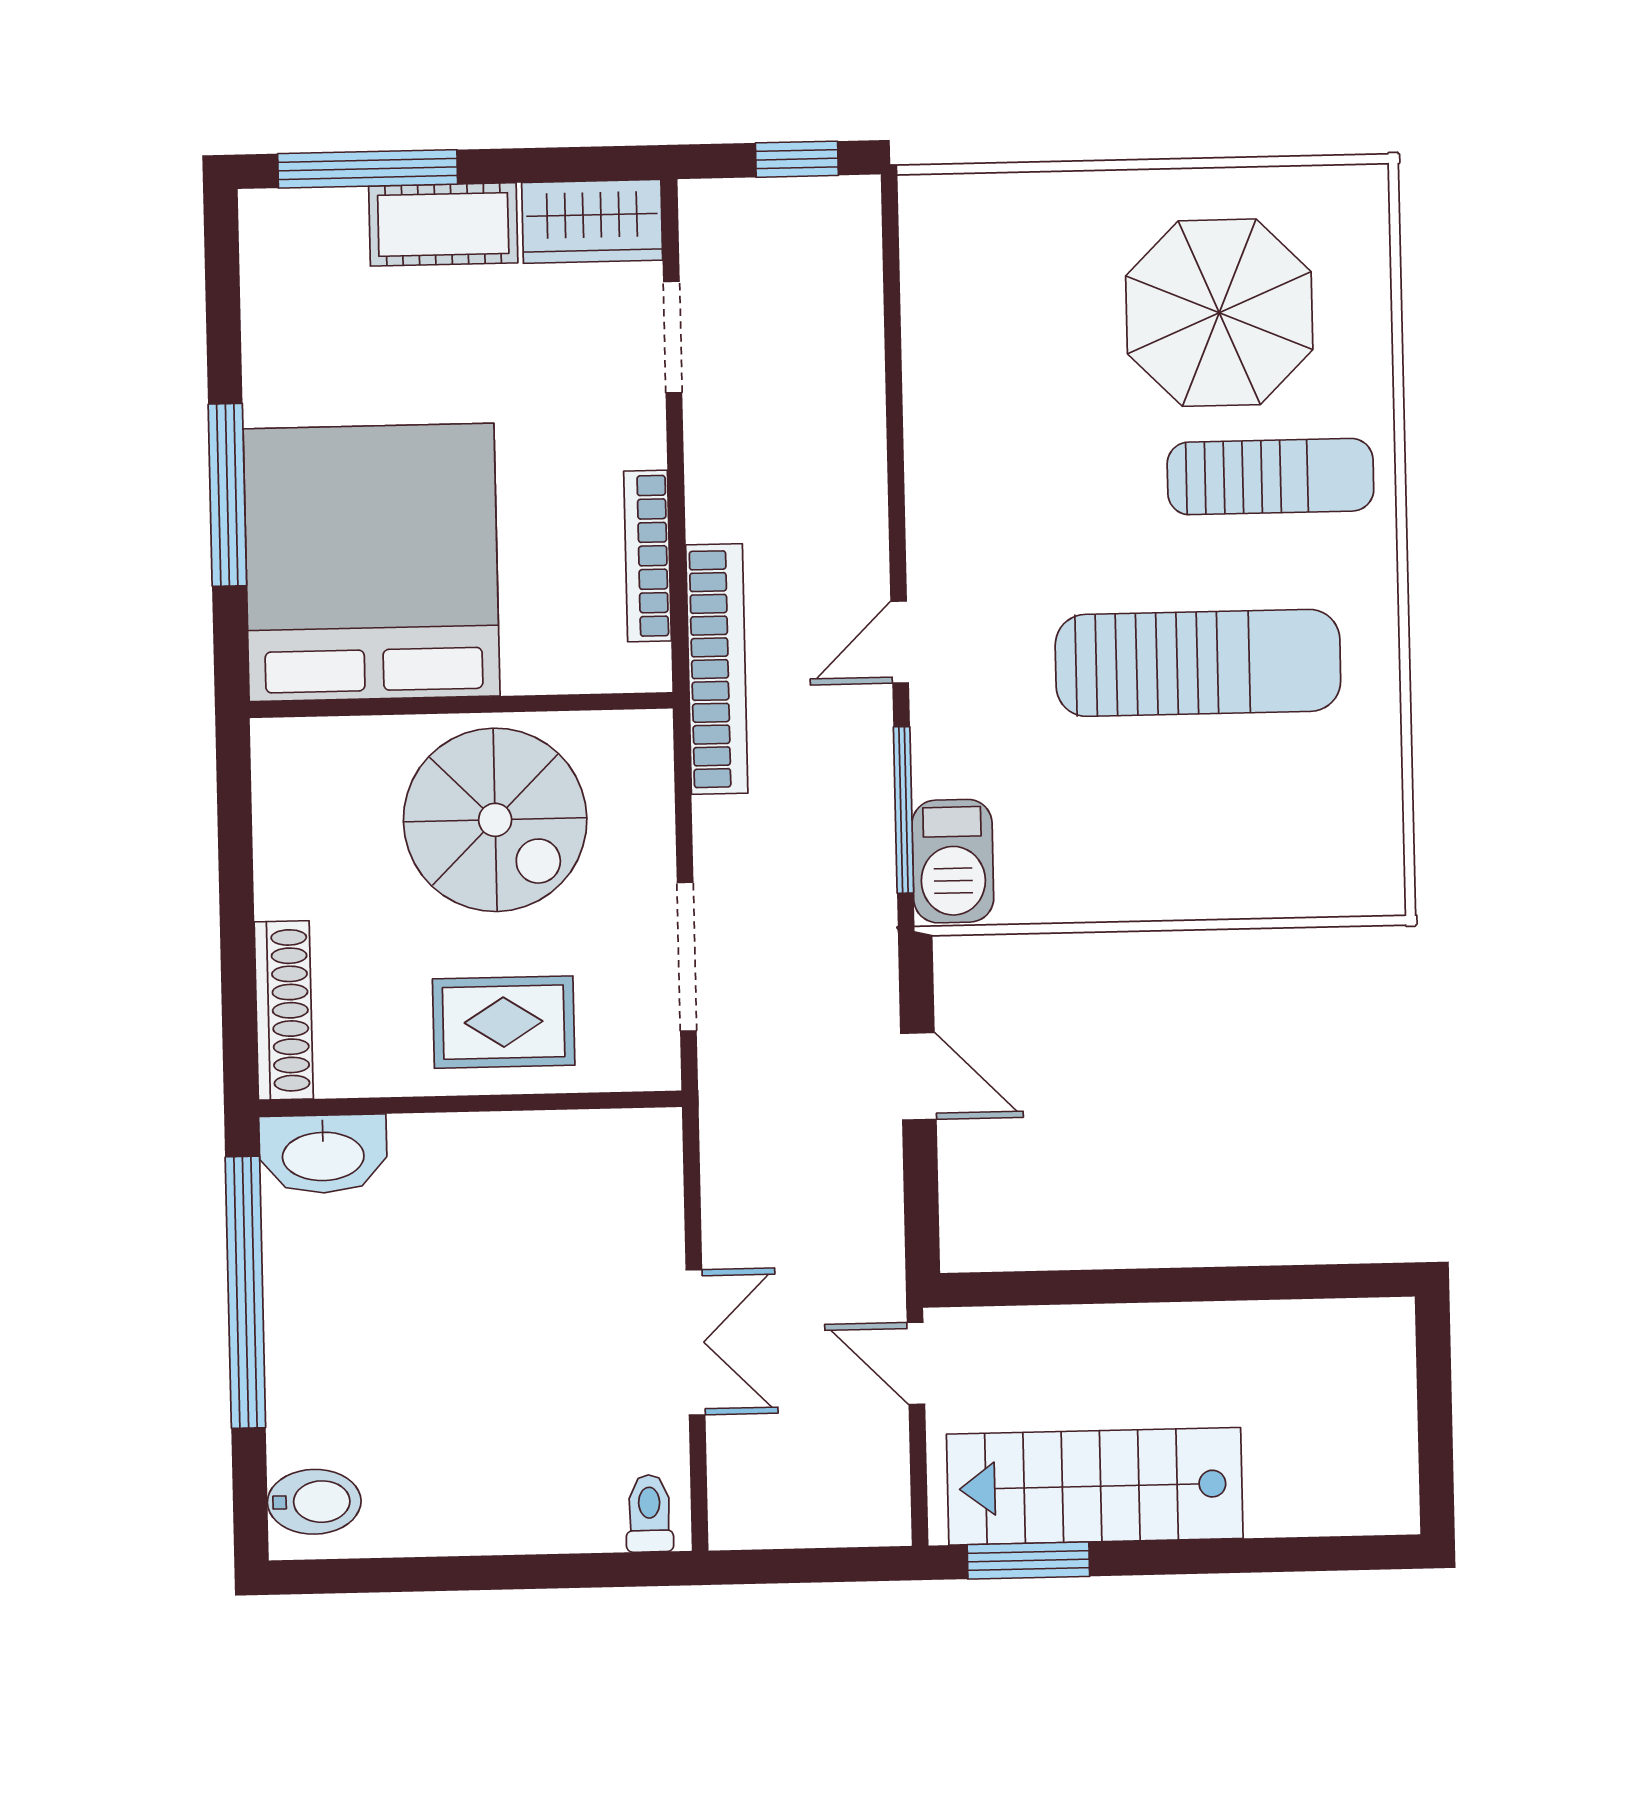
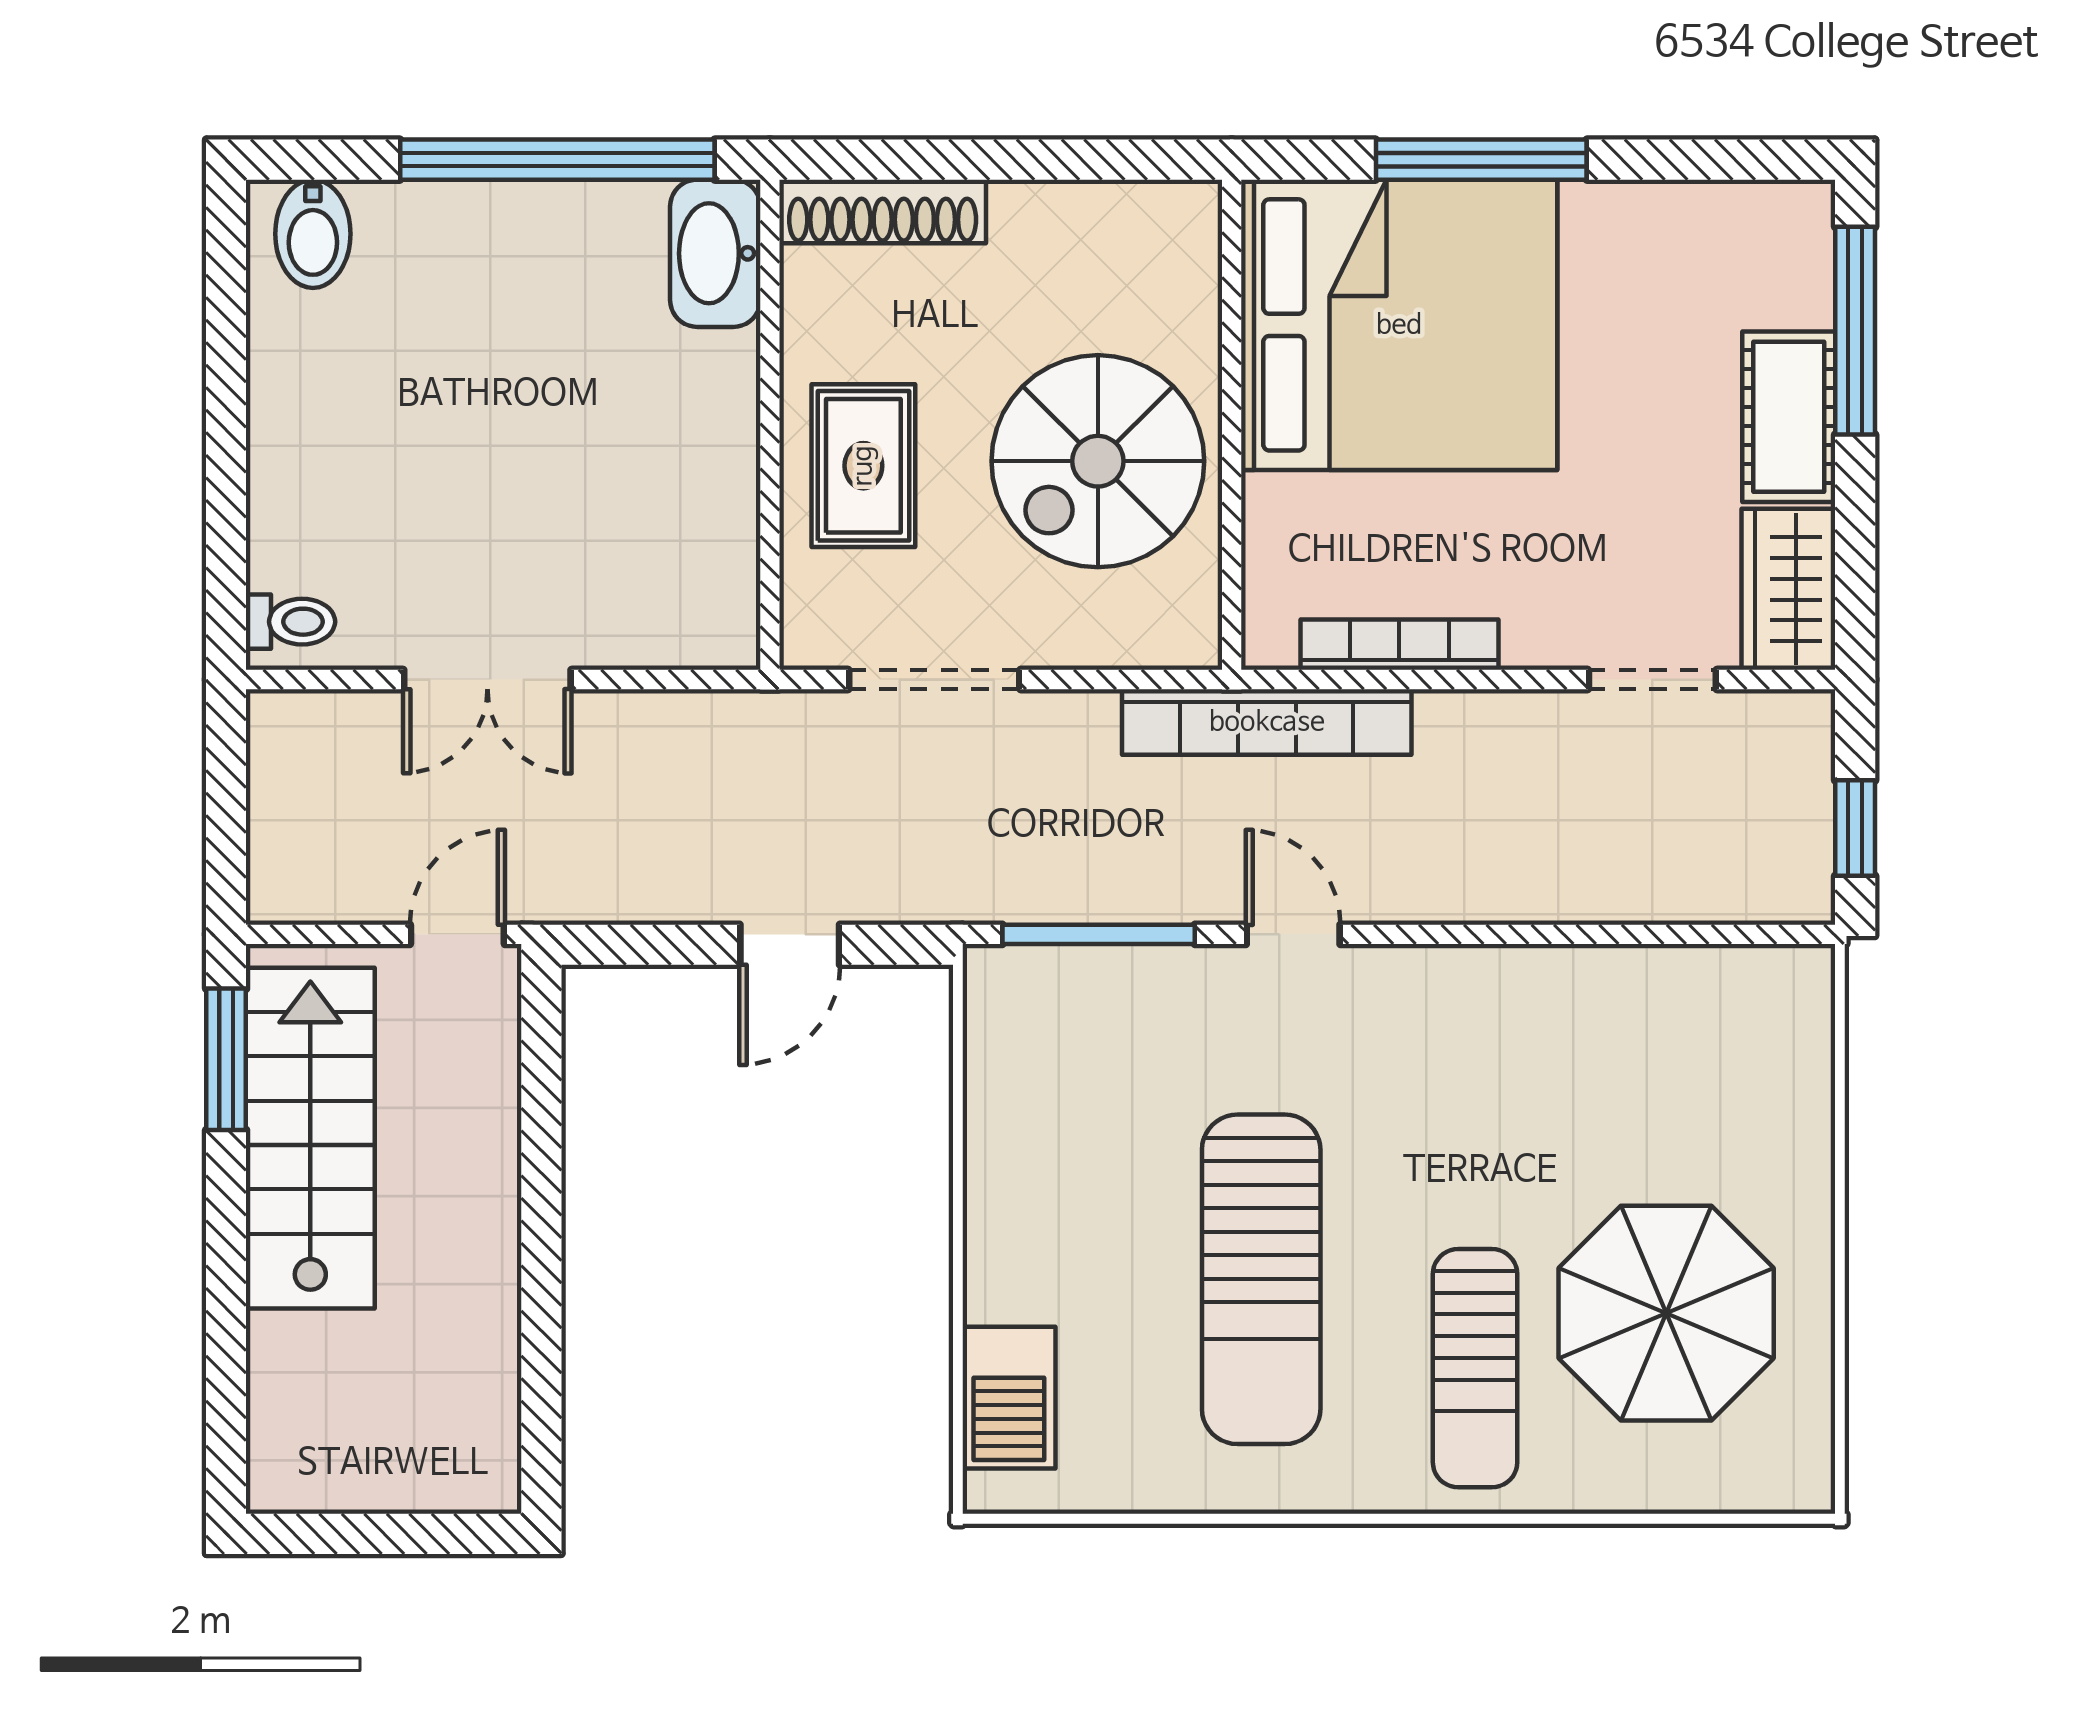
barbecue: (953, 861) -> (1009, 1398), moved, turned -90

